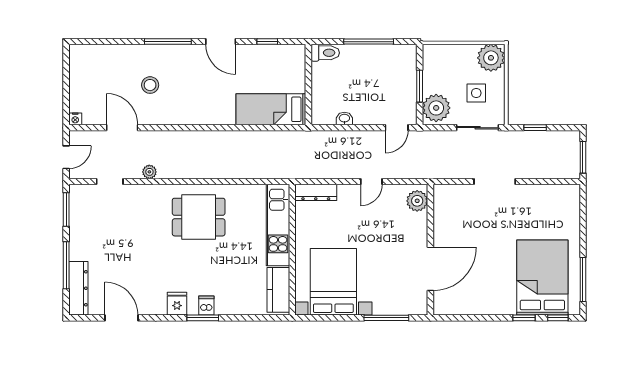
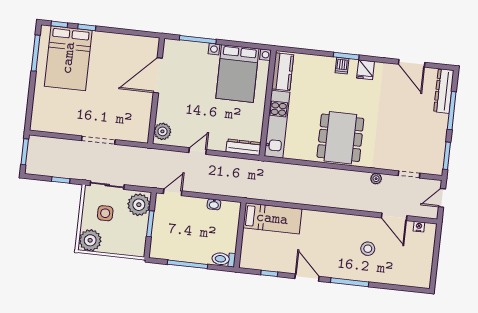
nightstand: (75, 119) -> (419, 227), moved
dining table: (199, 217) -> (340, 138), width x1.38

